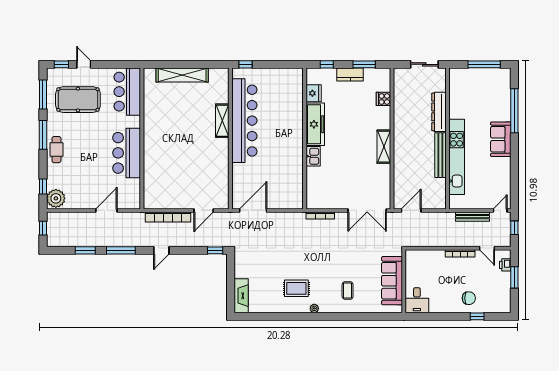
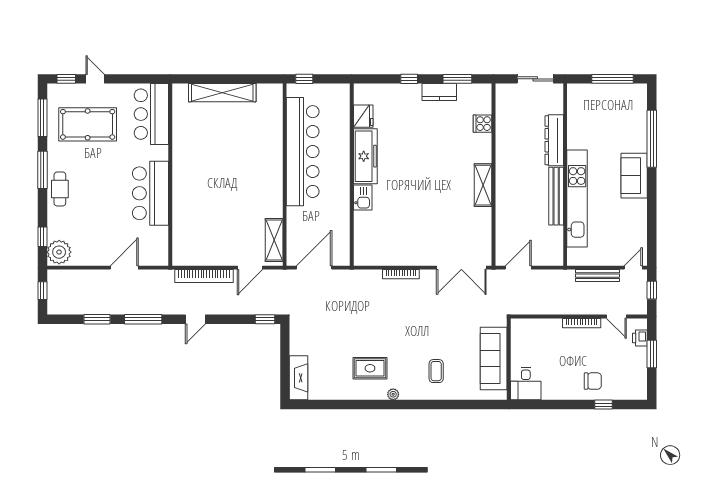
fridge: (314, 93) -> (363, 116), moved
shelving: (222, 121) -> (274, 240), moved
freezer: (315, 124) -> (365, 156), moved
wall: (305, 138) -> (352, 175), moved
kitchen sink: (313, 156) -> (363, 198), moved

